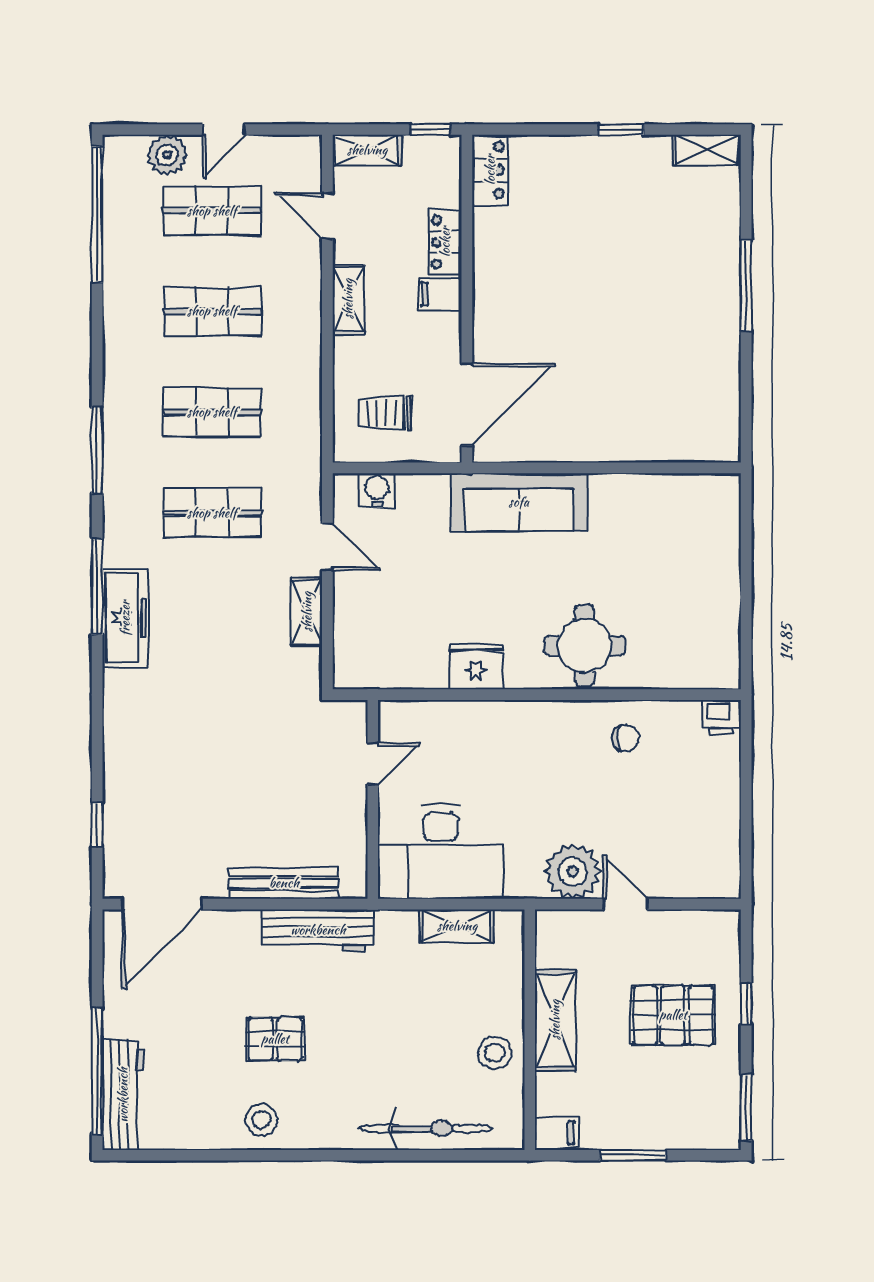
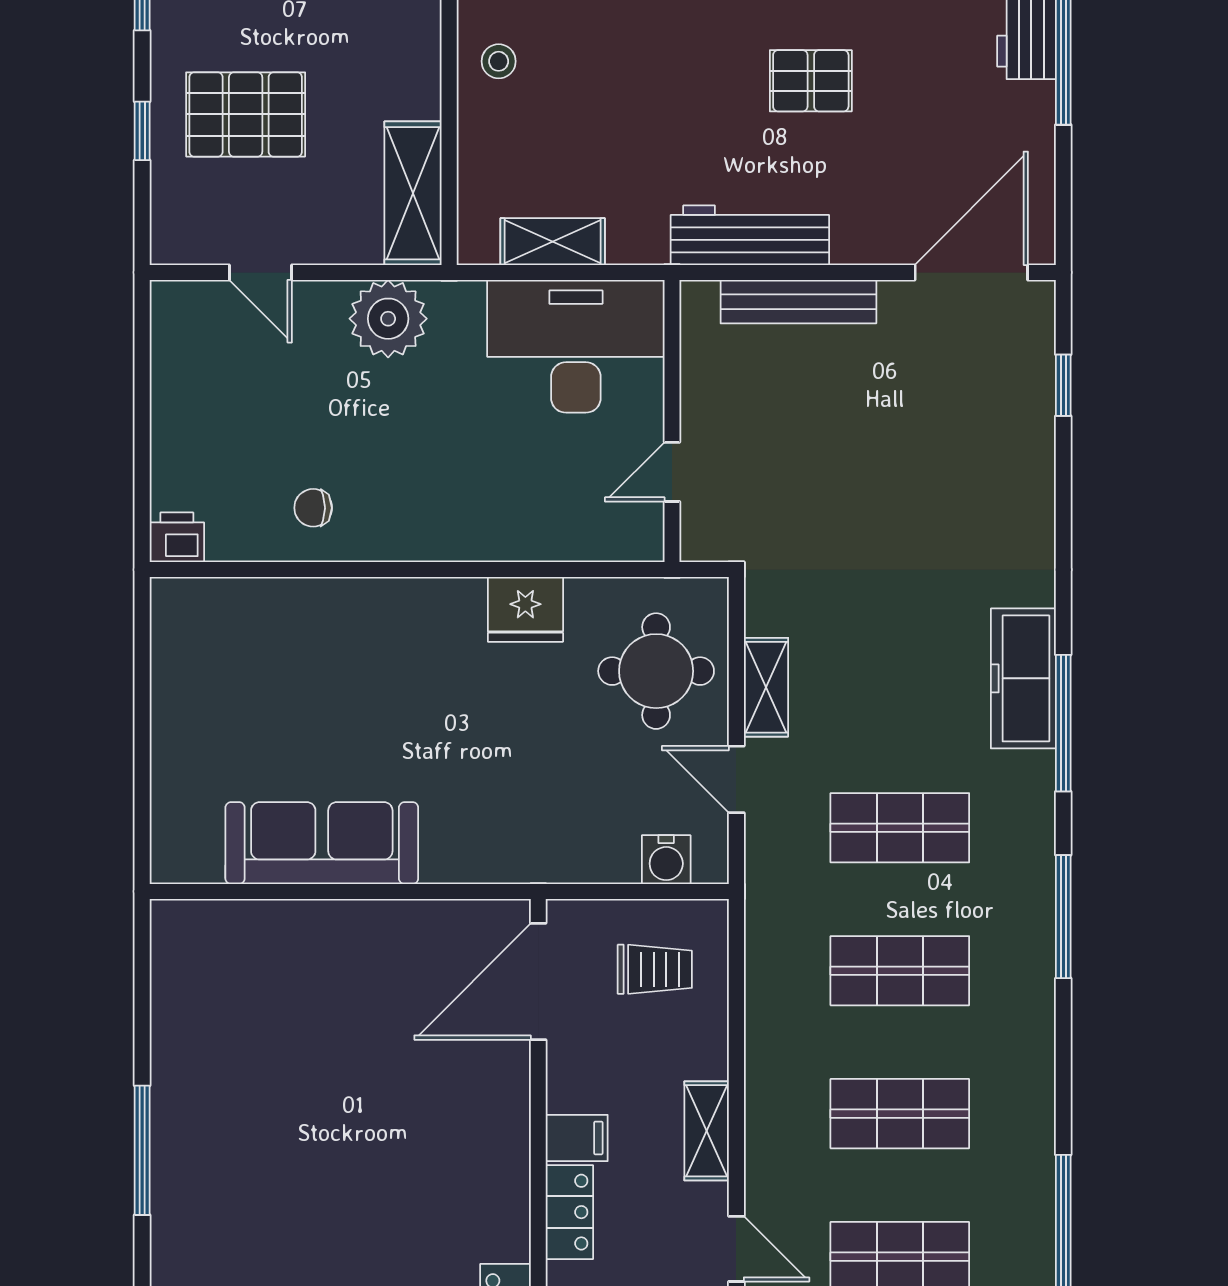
sofa: (519, 502) -> (322, 843), moved
round table: (585, 646) -> (656, 671), moved
door: (625, 904) -> (261, 272), moved
shelving: (555, 1020) -> (413, 193), moved
stool: (495, 1053) -> (499, 61), width x0.73, depth x0.73

